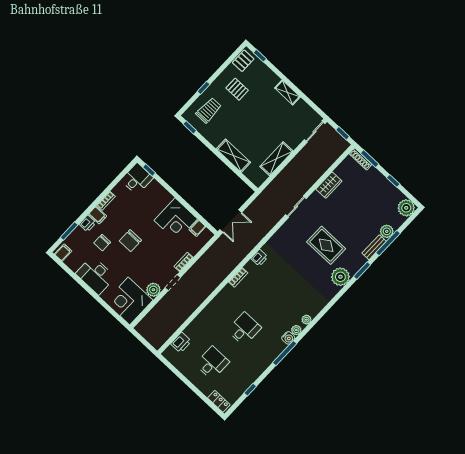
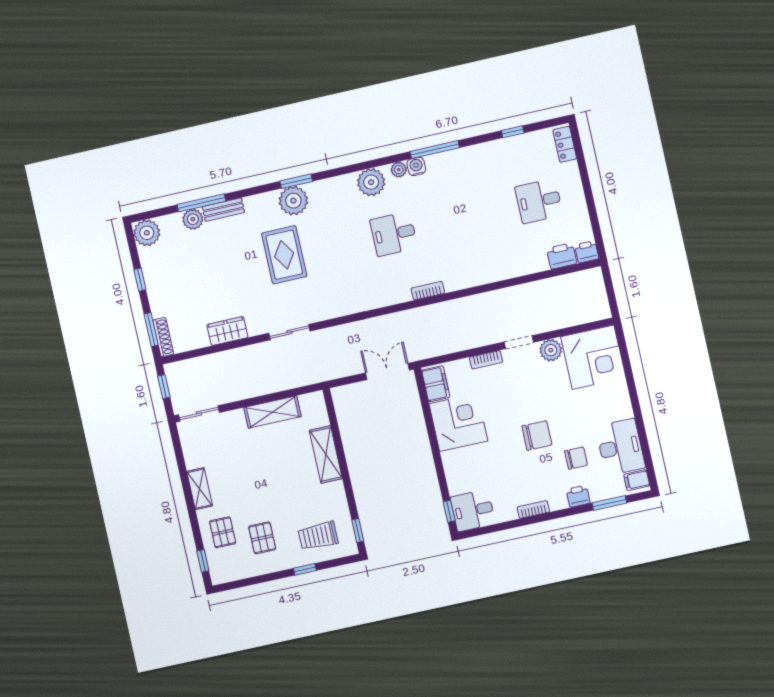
pallet: (243, 61) -> (223, 532), moved, turned 90
filing cabinet: (98, 215) -> (557, 498), removed
filing cabinet: (197, 228) -> (436, 384), width x2.00
printer: (259, 258) -> (587, 252), moved
window: (362, 271) -> (296, 181), moved
desk: (95, 275) -> (620, 447), moved
plant: (306, 320) -> (371, 182), width x1.87, depth x1.87
desk: (244, 329) -> (394, 234), moved

